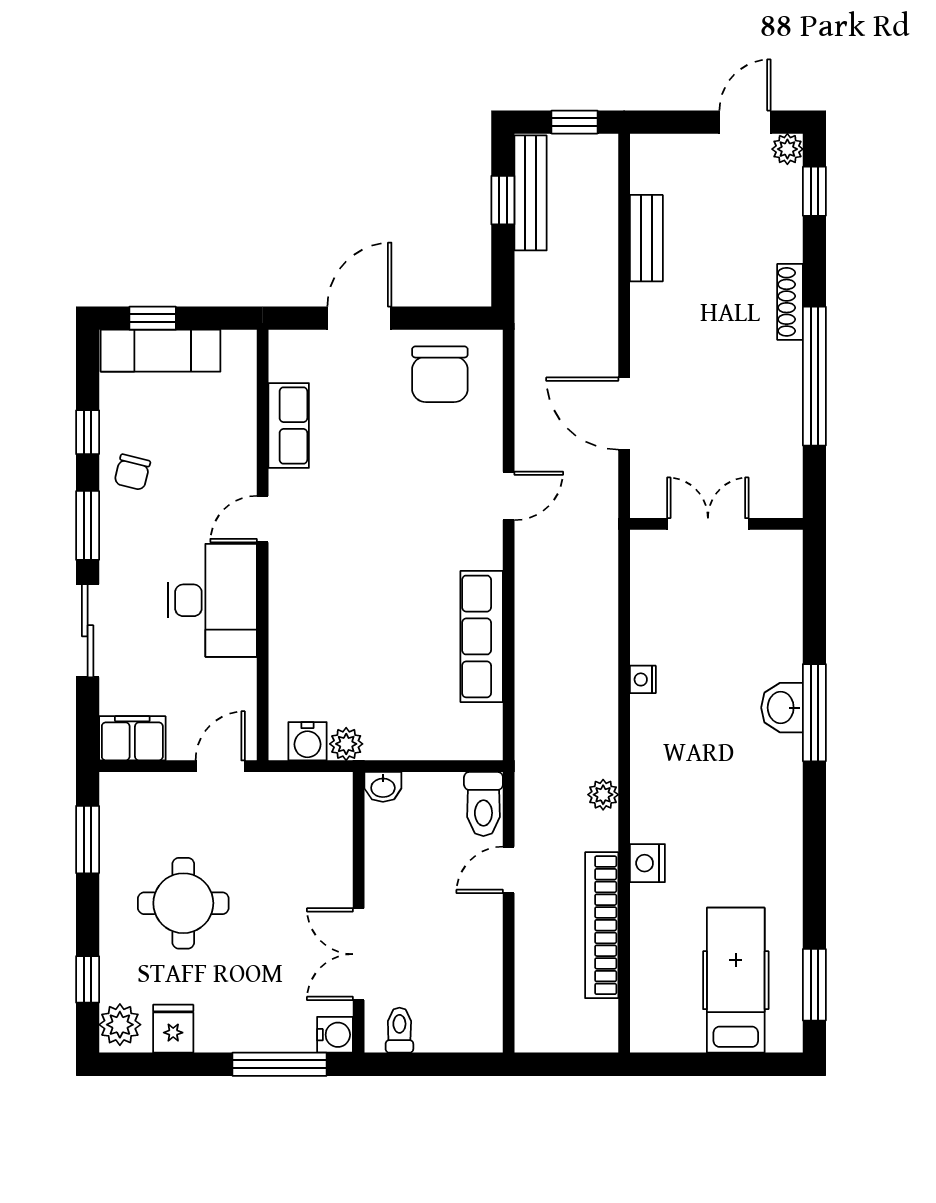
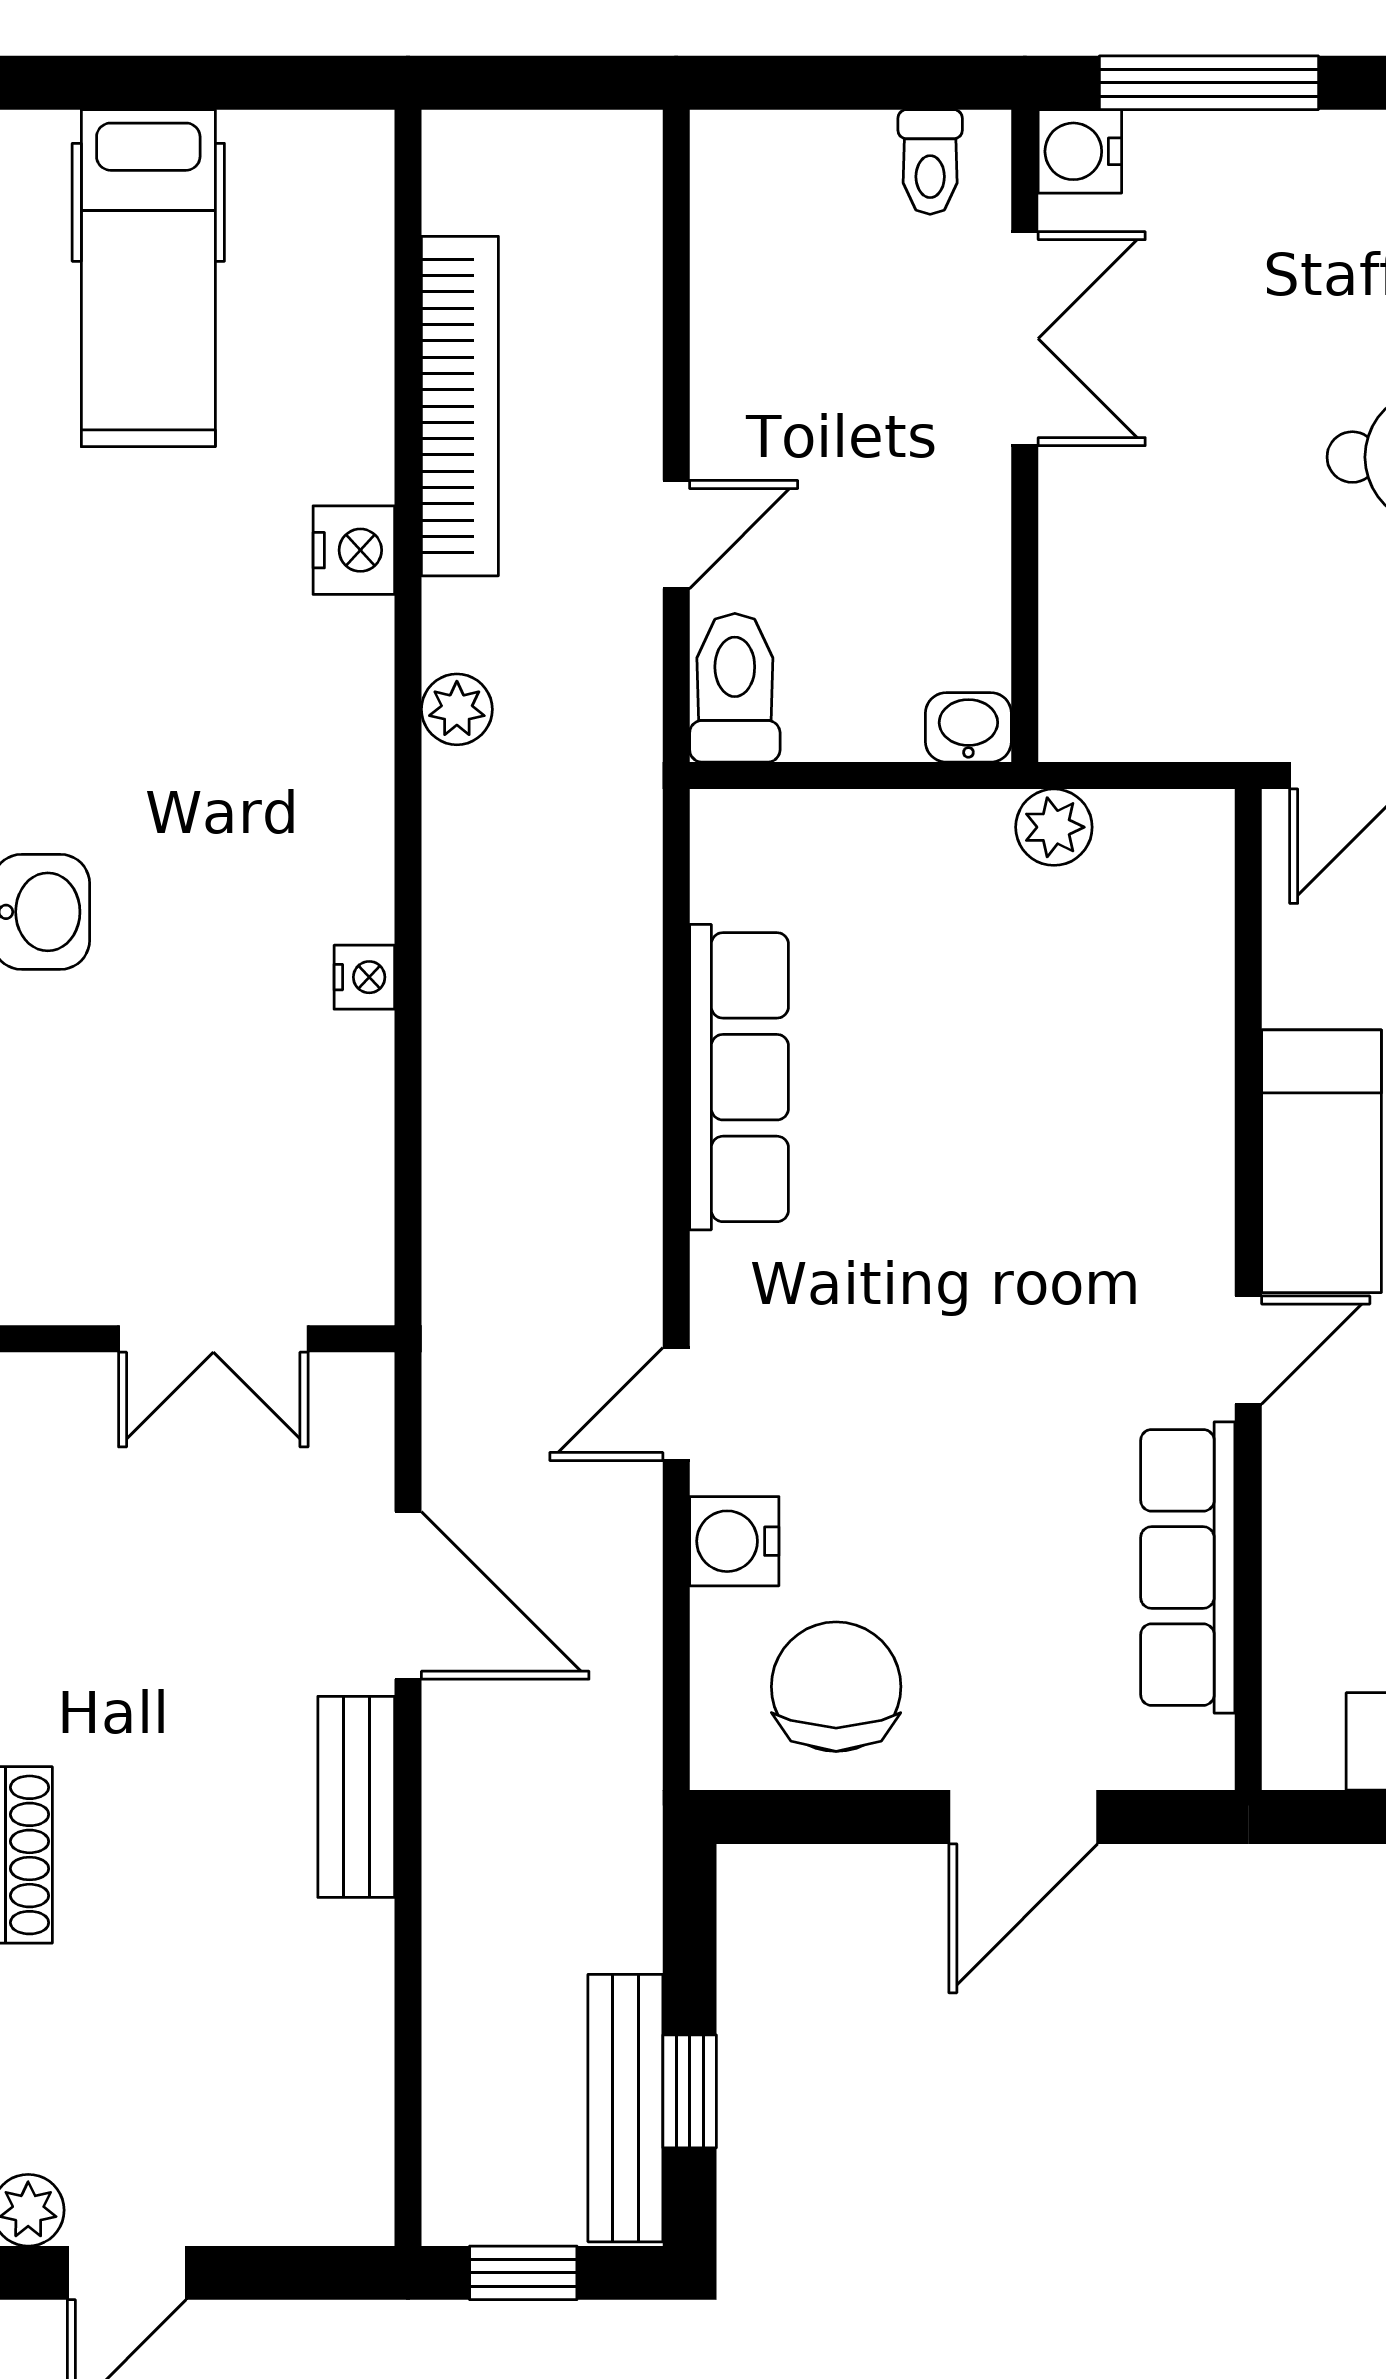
bench: (646, 238) -> (356, 1797), moved
row of seats: (289, 426) -> (1188, 1567), width x1.48
water cooler: (307, 741) -> (734, 1541), moved, turned -90

